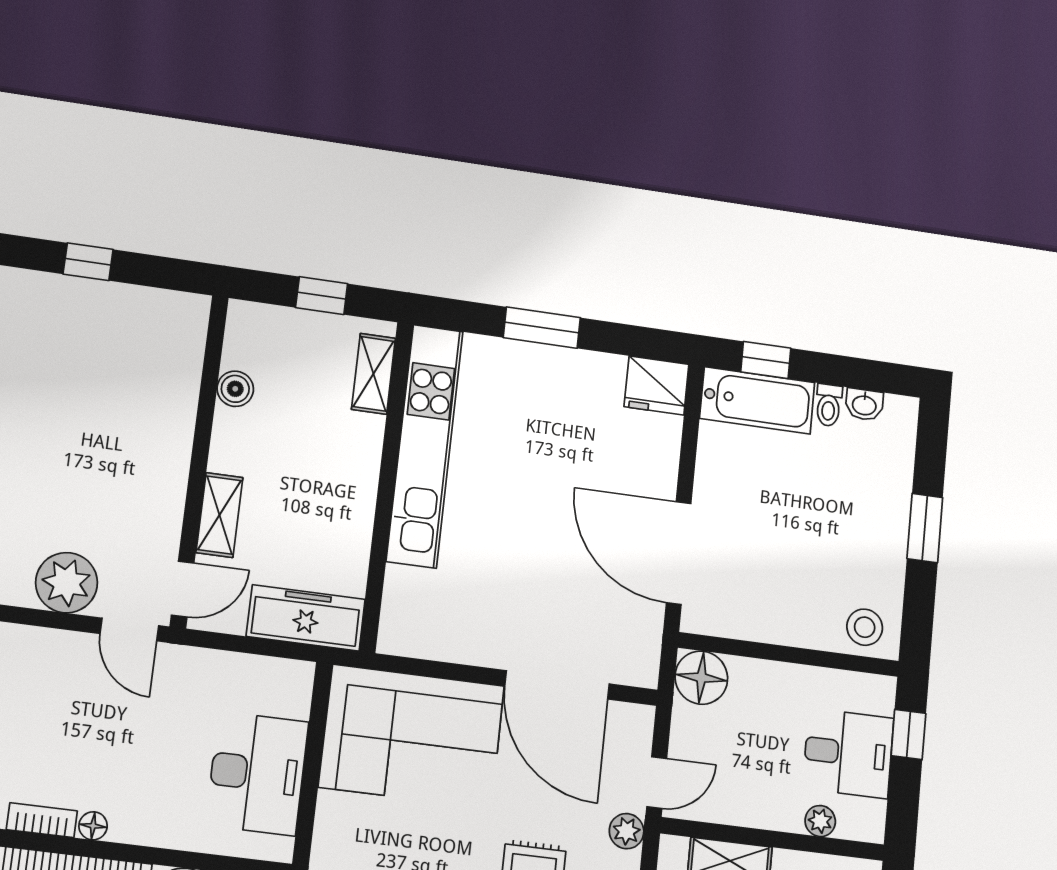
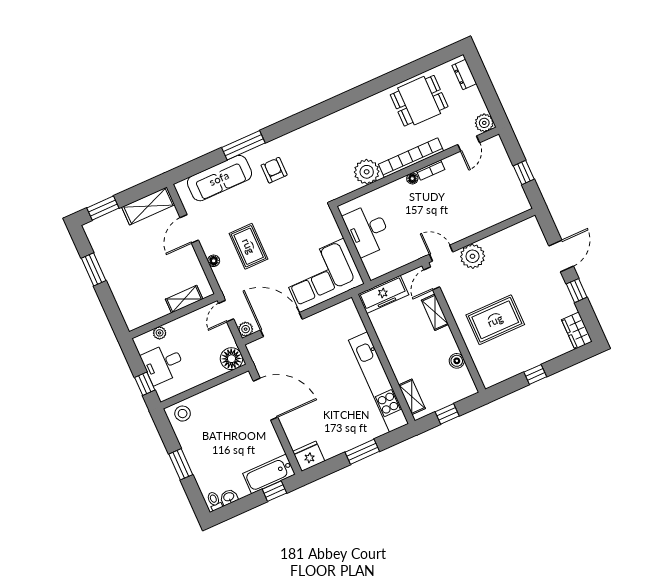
toilet: (829, 405) -> (214, 501), moved
rug: (102, 423) -> (495, 320), added
plant: (627, 831) -> (246, 329), moved

